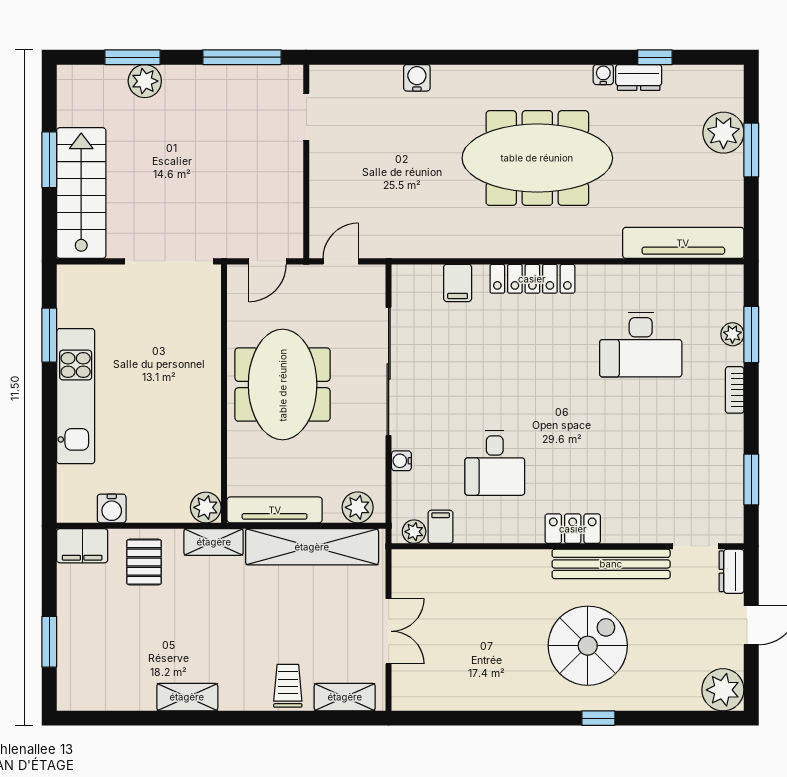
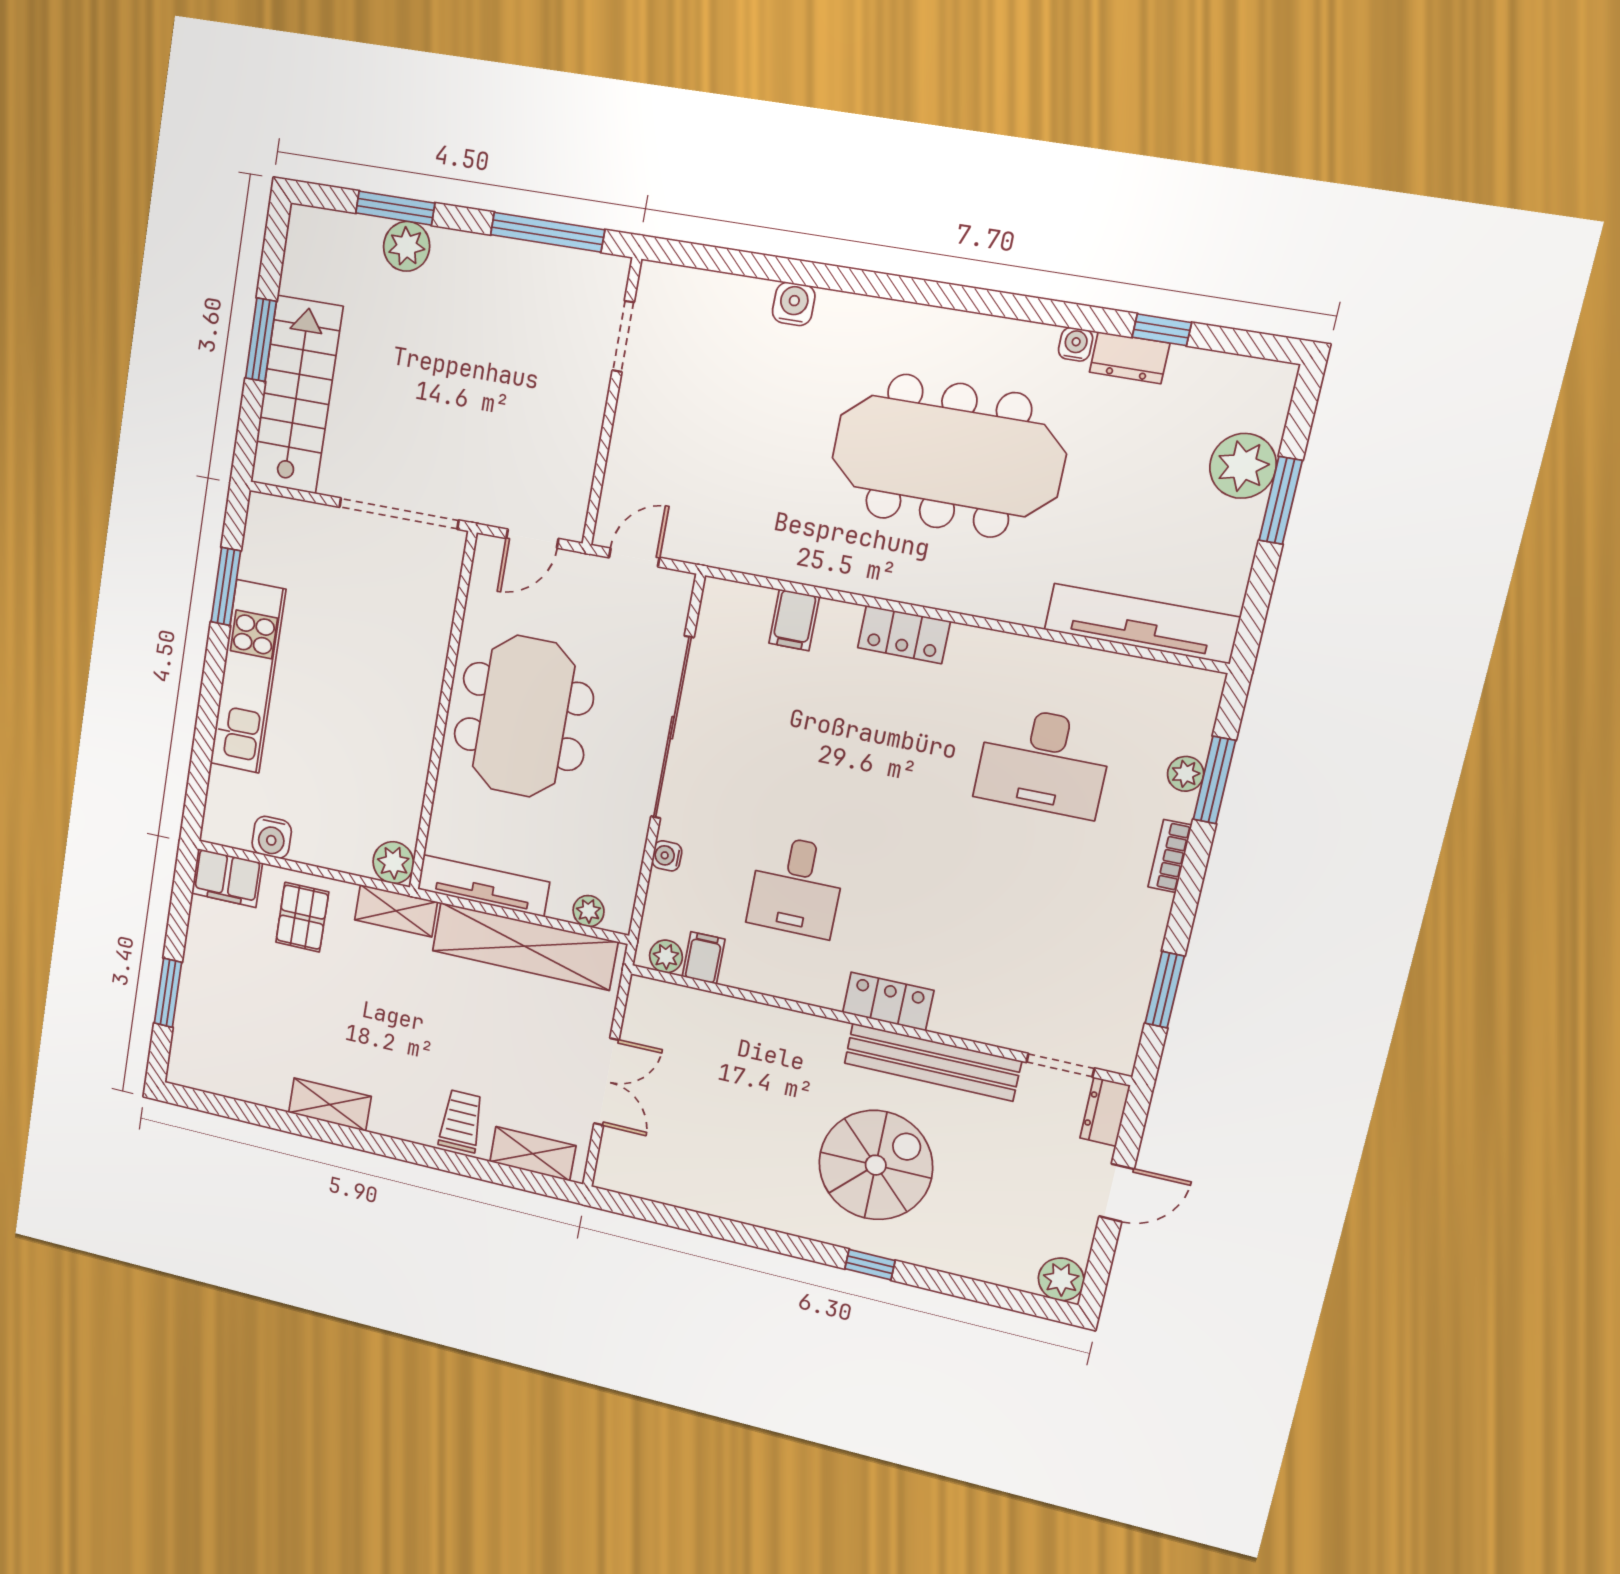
locker: (532, 279) -> (904, 635), width x0.66
plant: (358, 507) -> (589, 911), width x0.73, depth x0.73
plant: (723, 690) -> (1061, 1279), width x0.73, depth x0.73

